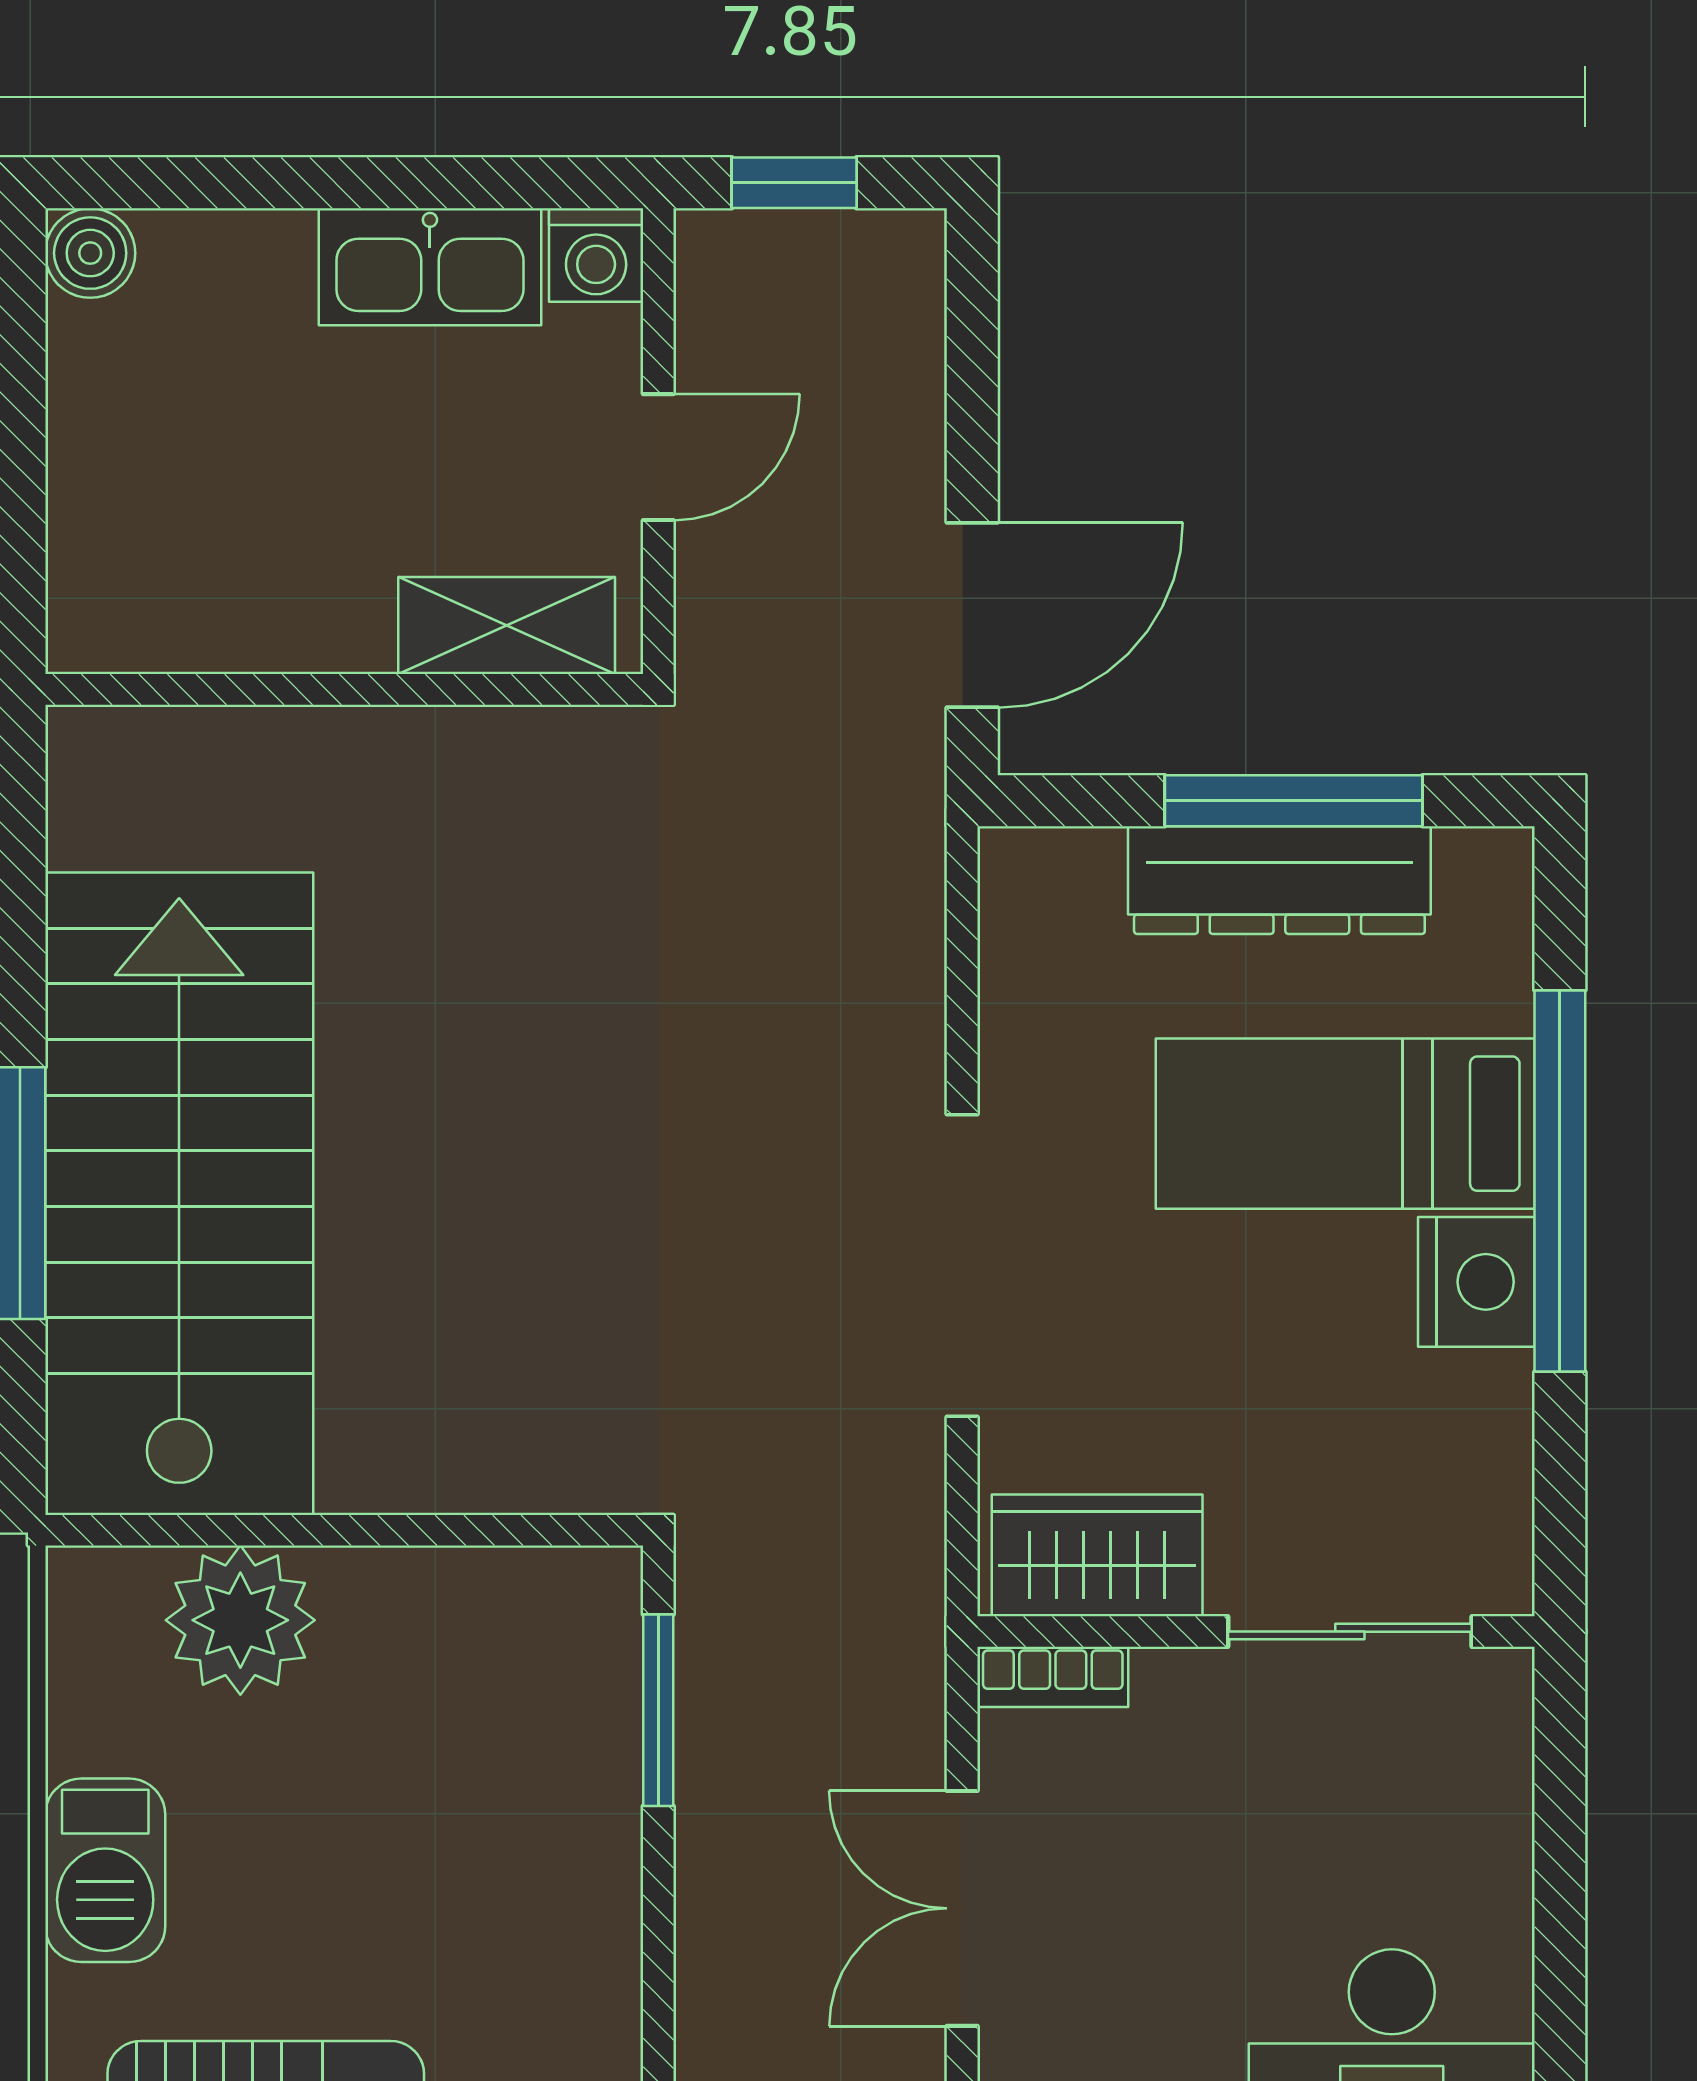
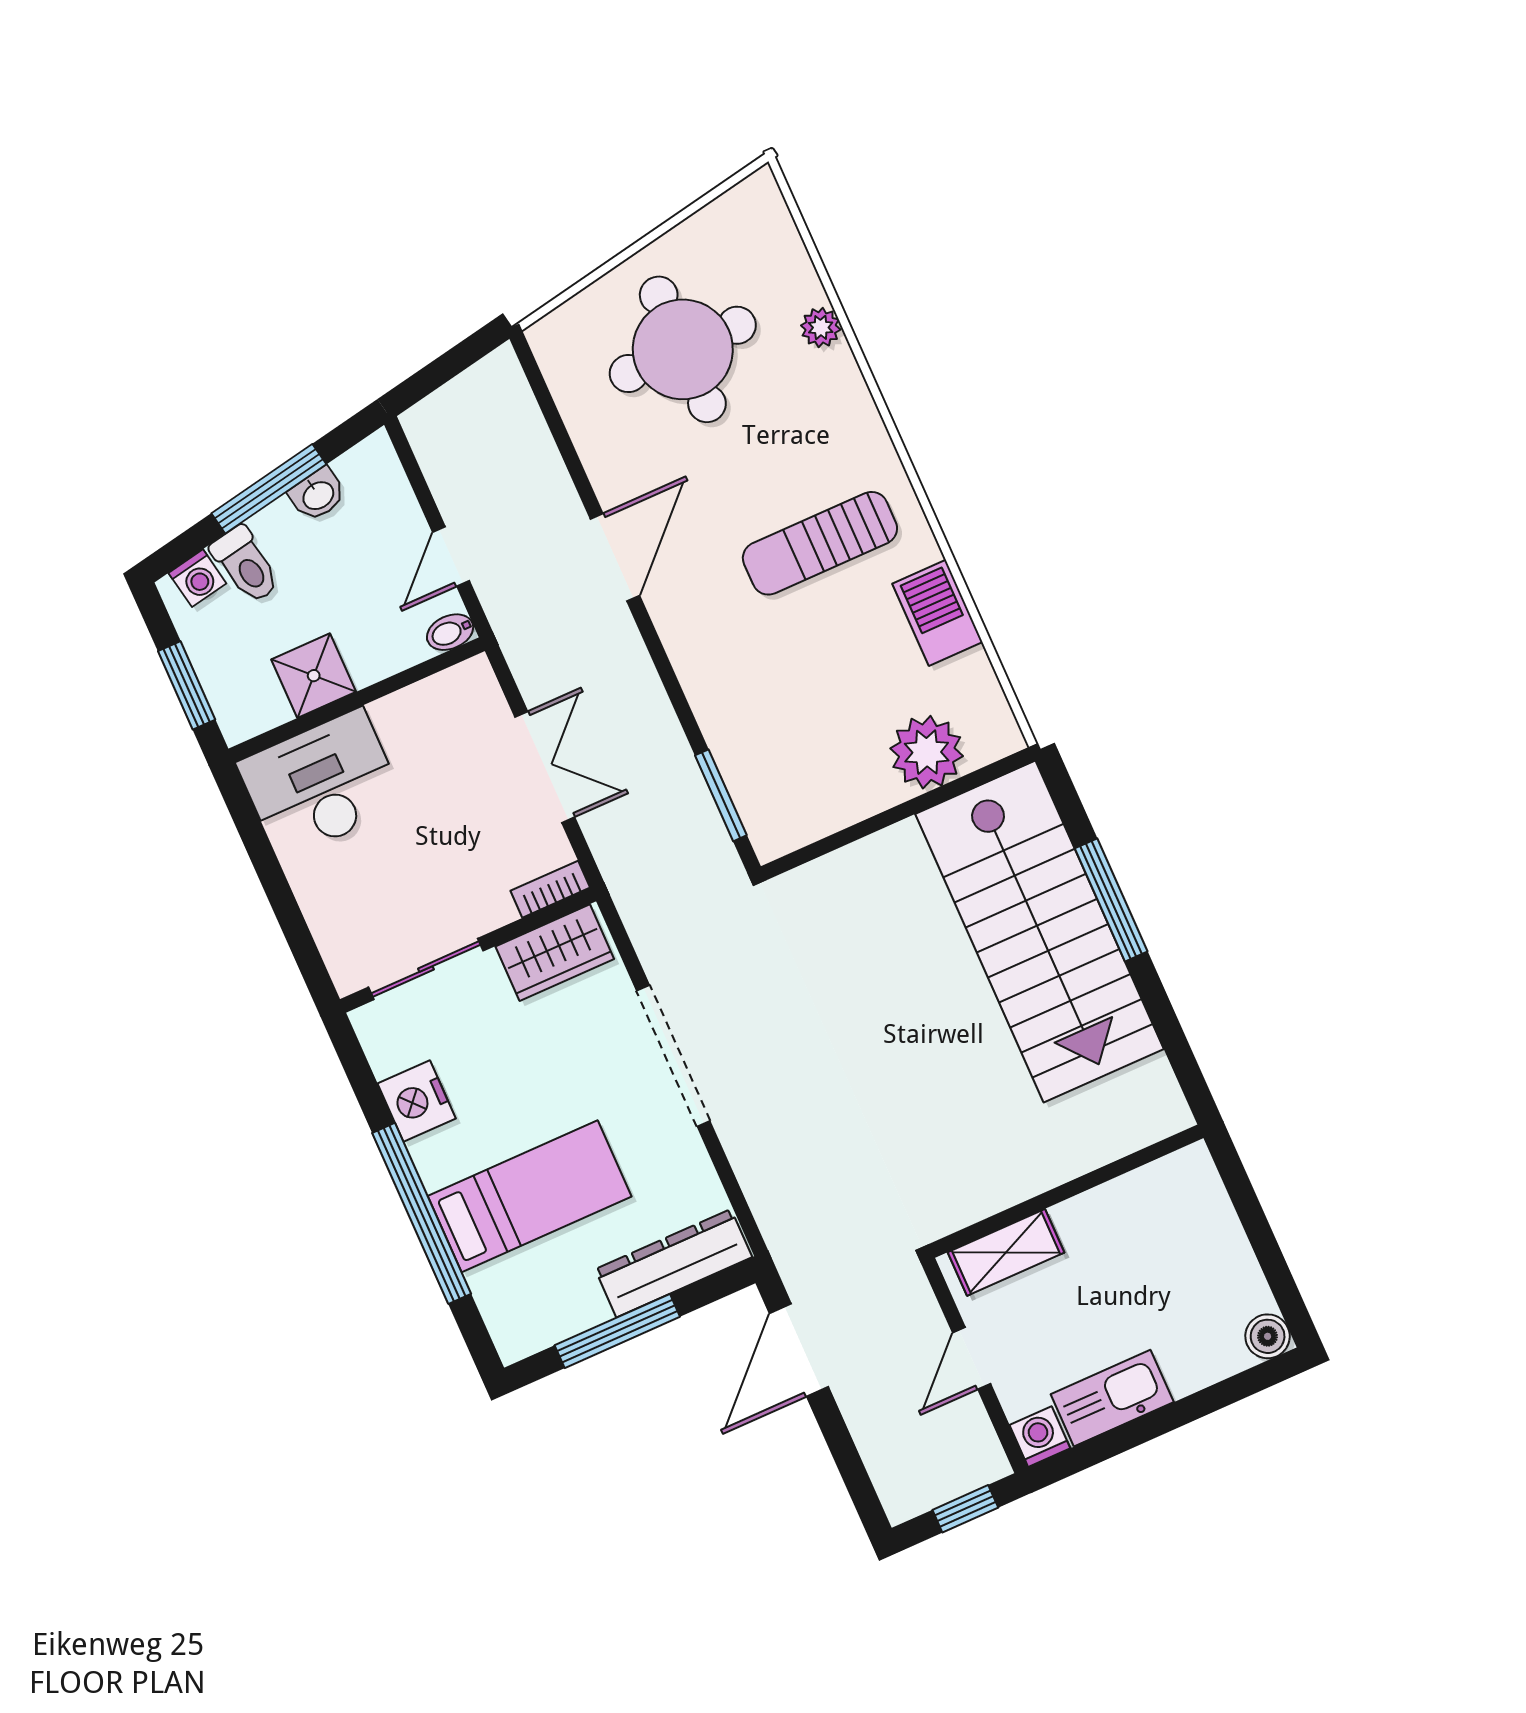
dresser: (1279, 880) -> (674, 1263), moved
nightstand: (1476, 1282) -> (417, 1101), moved

